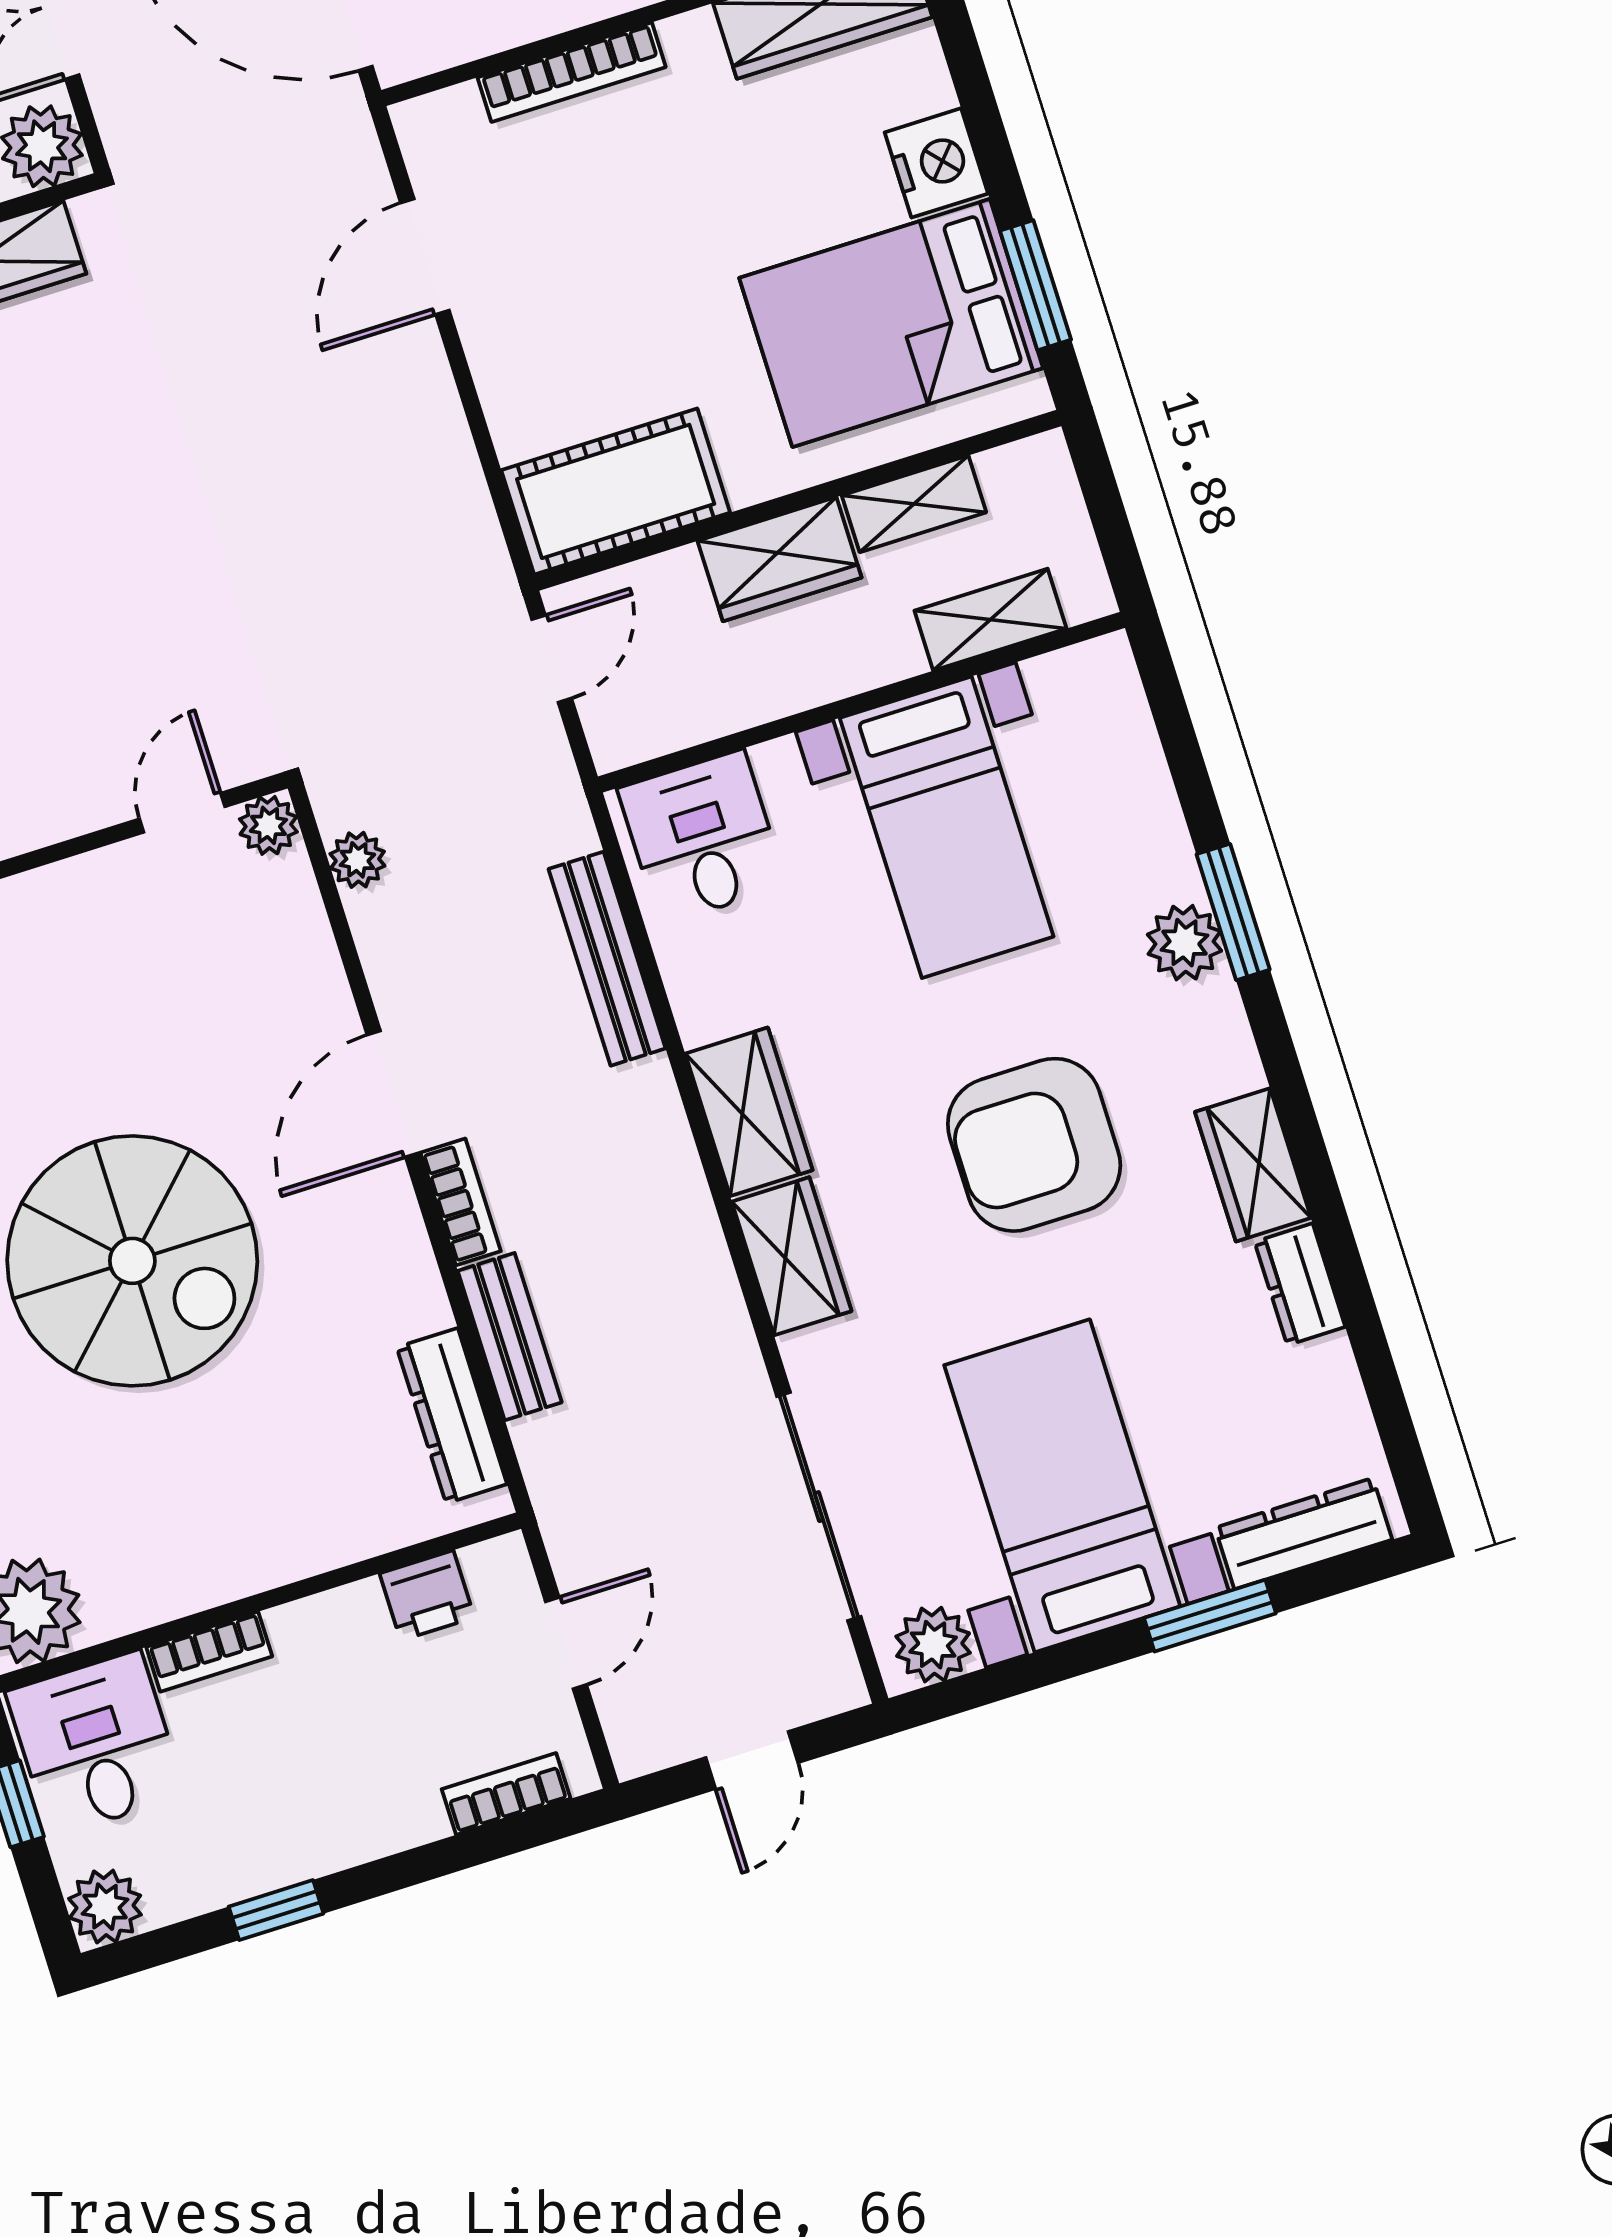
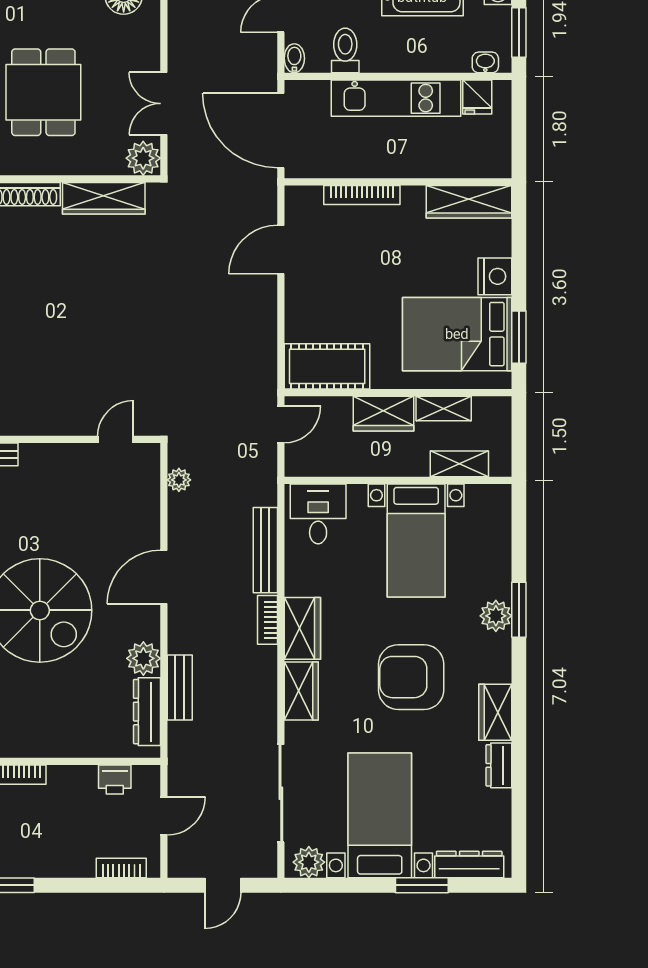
plant: (268, 825) -> (143, 658), moved, width x1.38, depth x1.38
bookcase: (461, 1202) -> (268, 620), moved, turned 180

